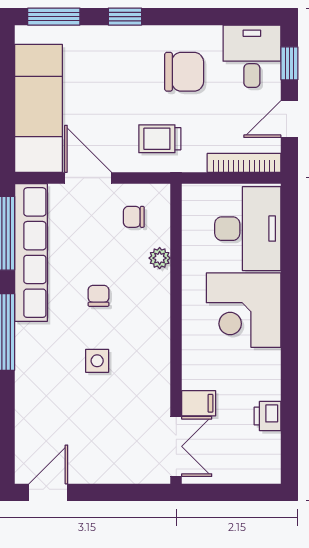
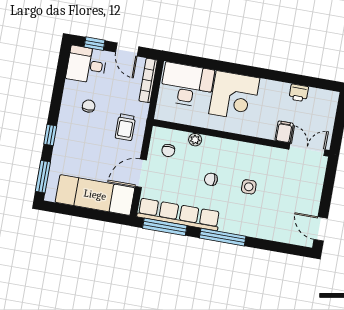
chair: (184, 72) -> (89, 106), width x0.54, depth x0.54

